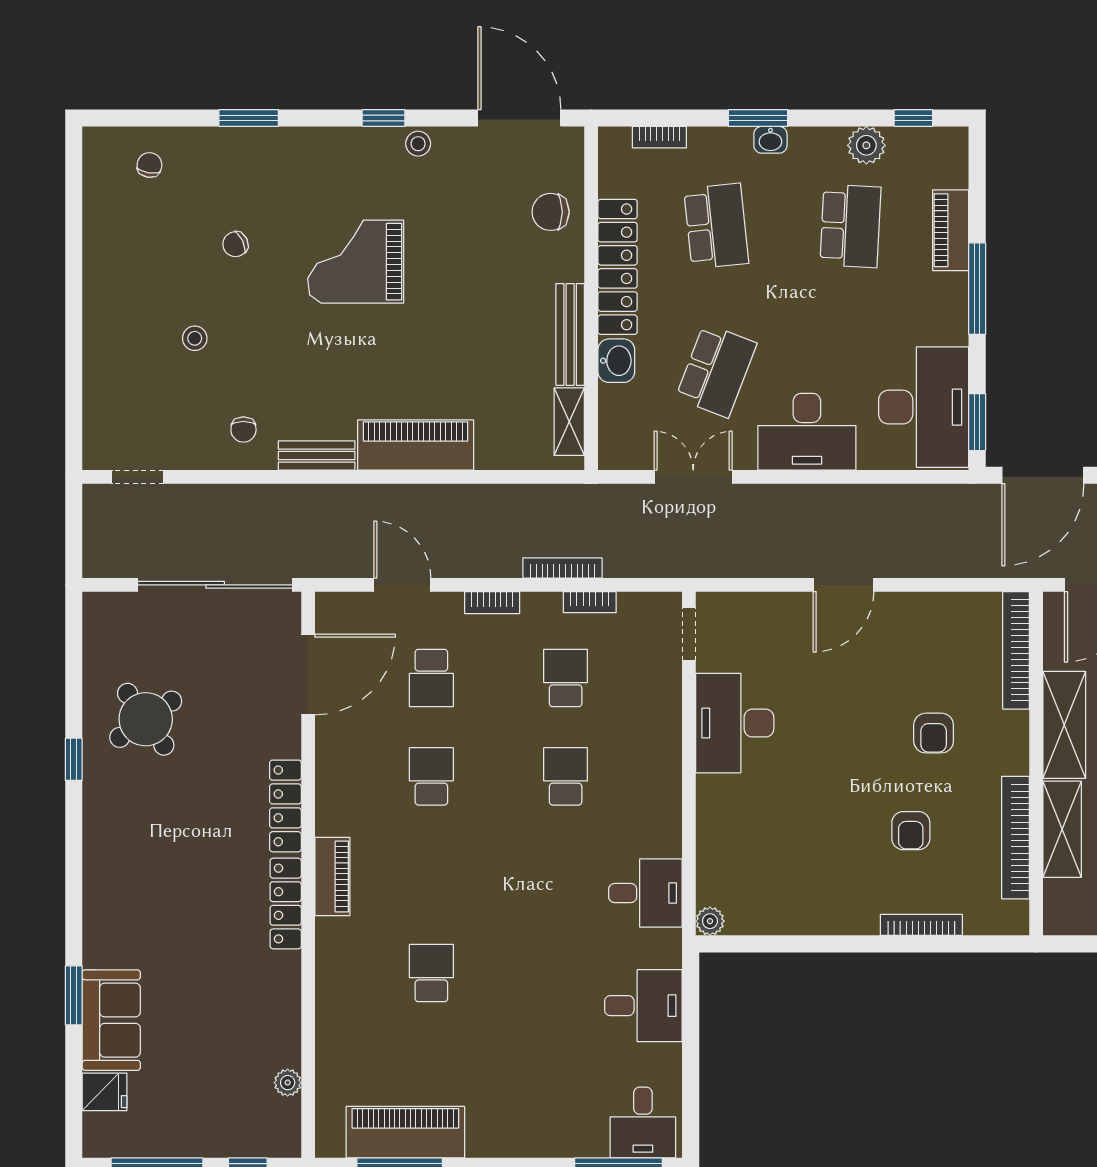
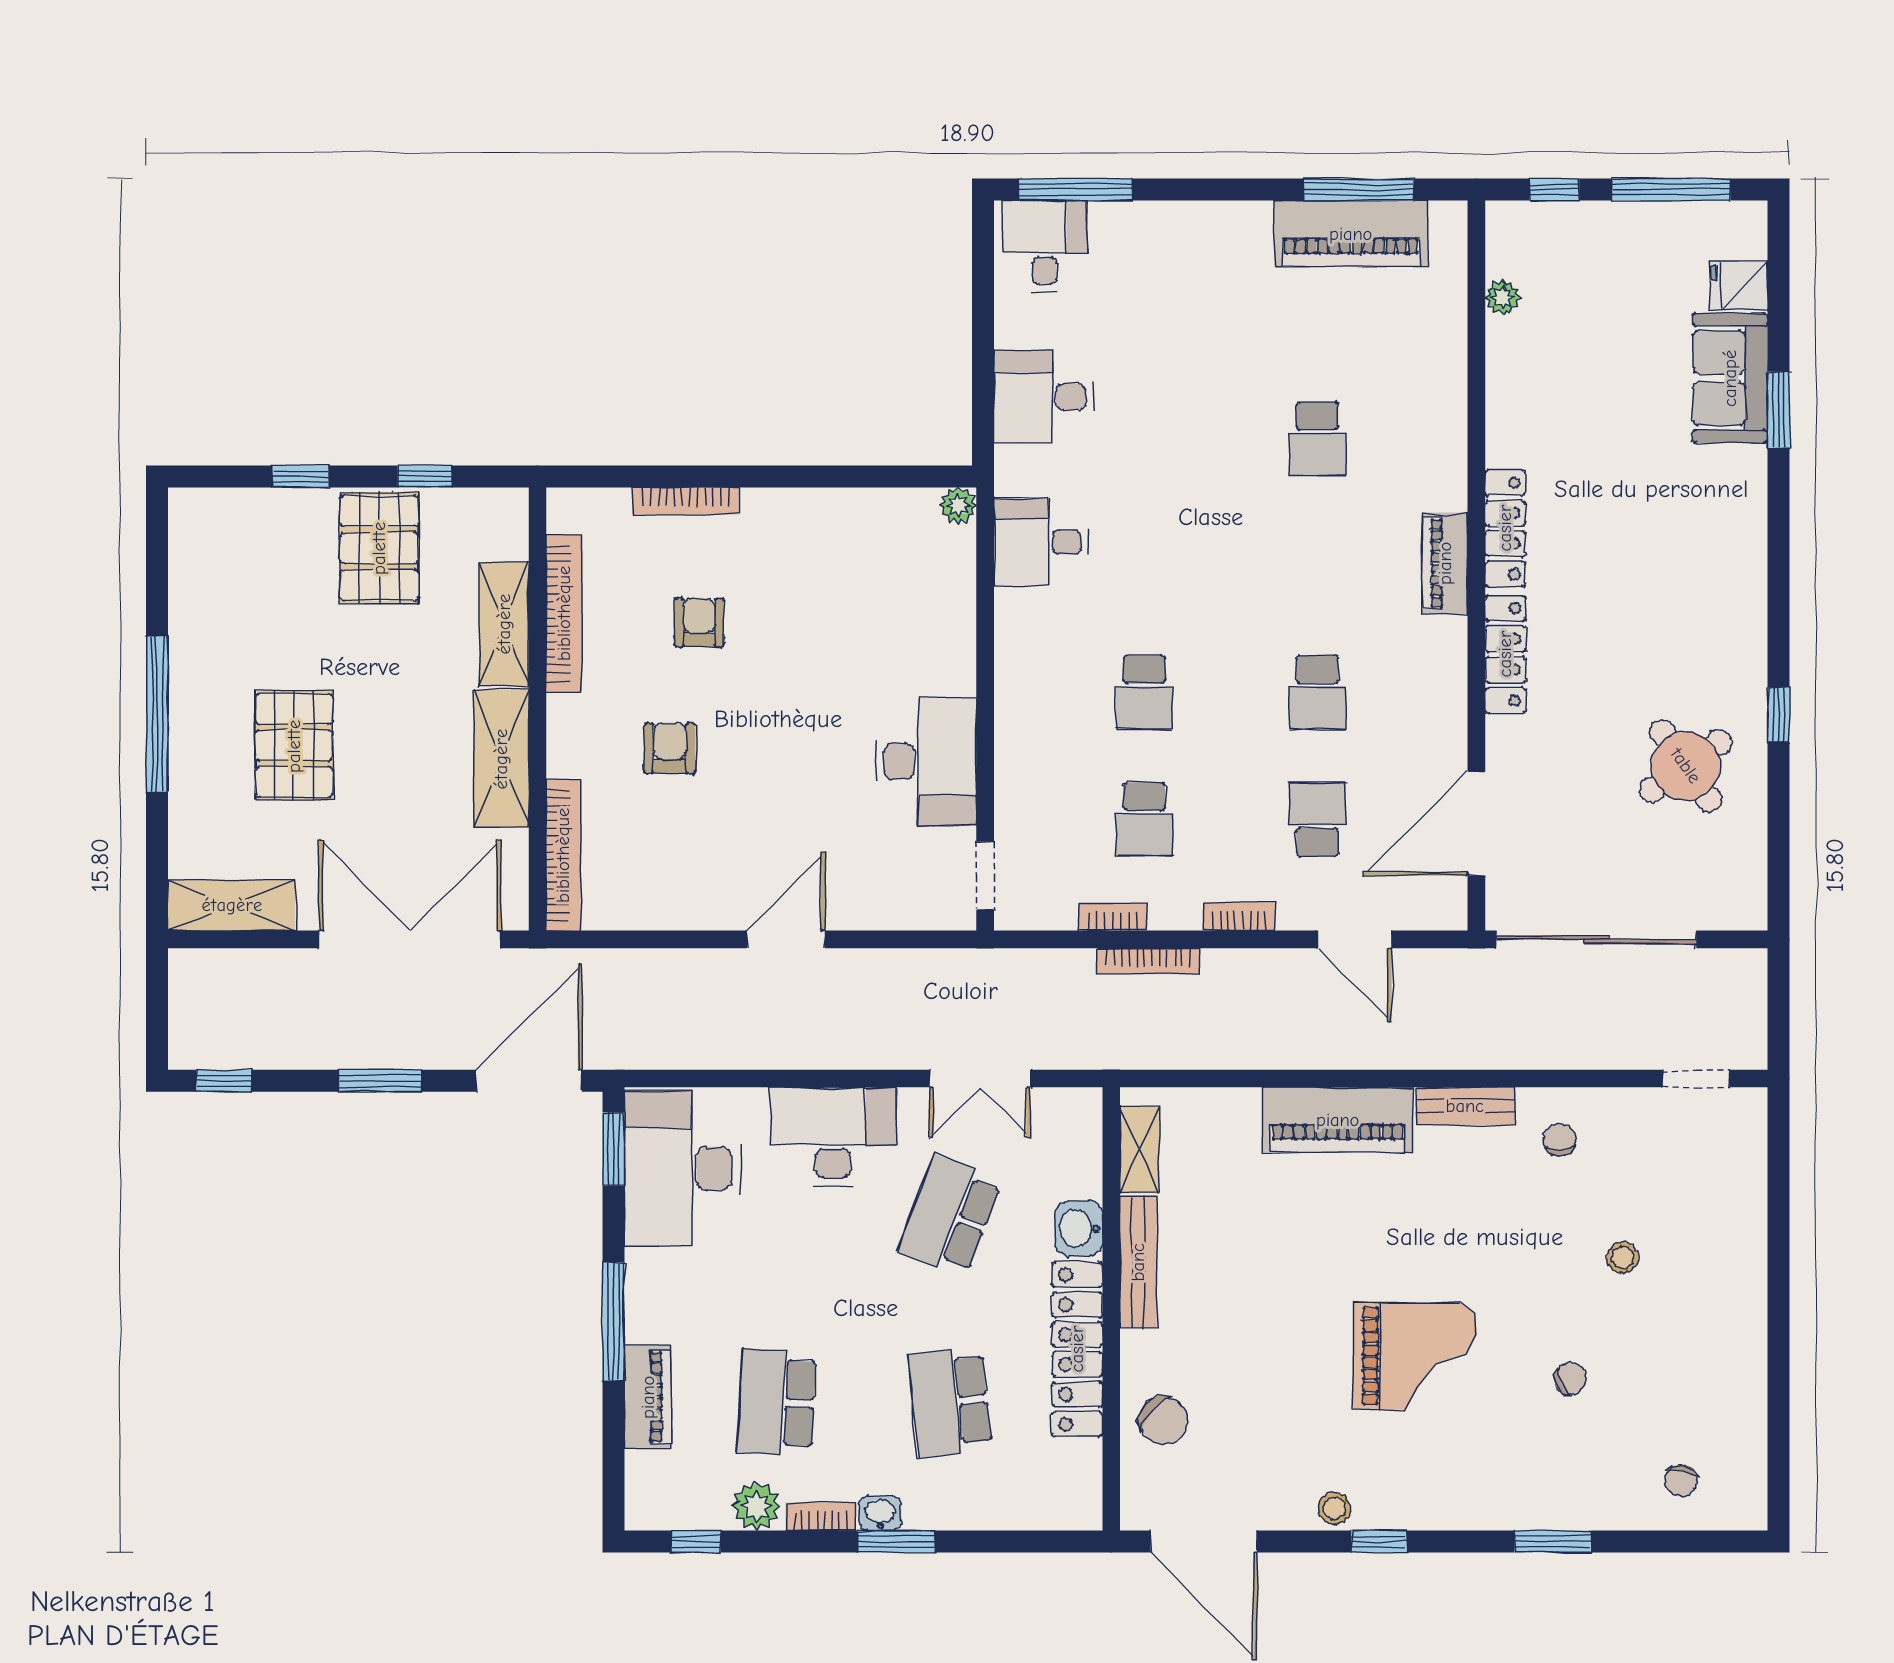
bookcase: (659, 137) -> (820, 1517), moved
chair: (551, 212) -> (1164, 1420), turned 41

